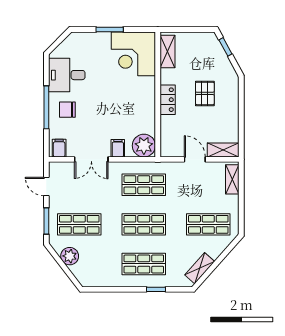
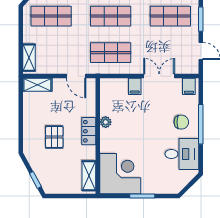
plant: (144, 146) -> (106, 122), moved, width x0.53, depth x0.53
door: (195, 159) -> (76, 76), moved

